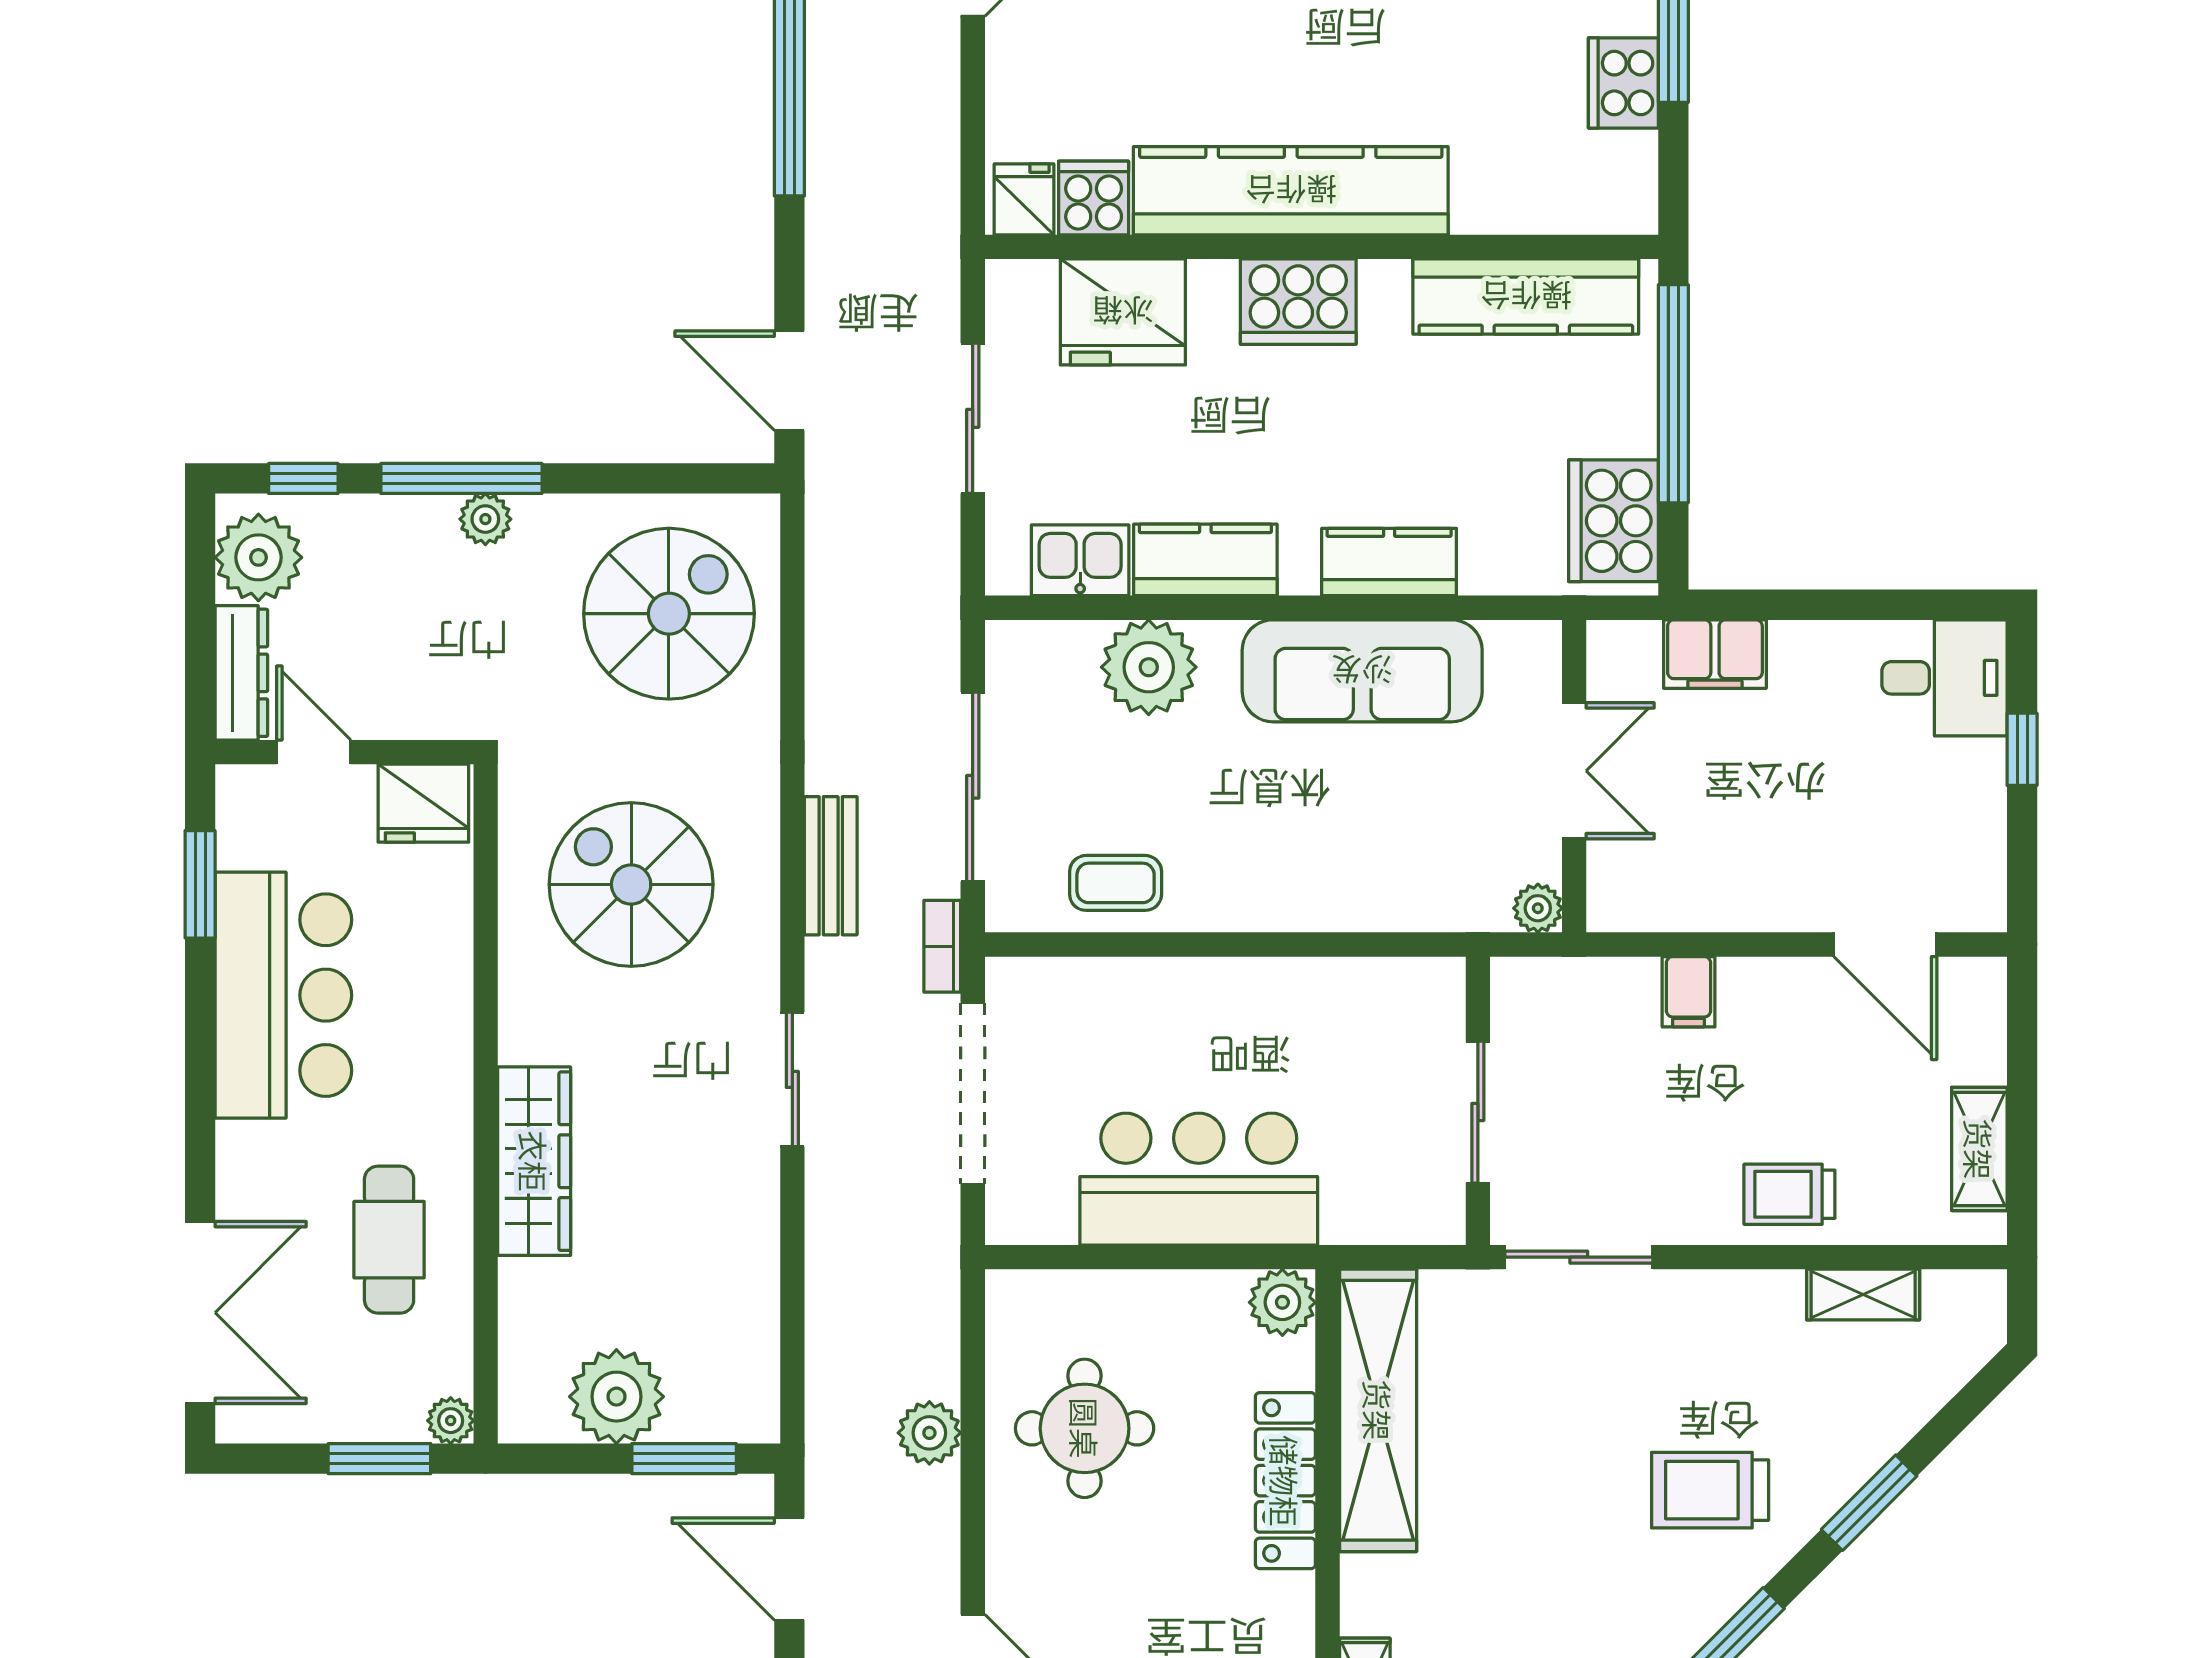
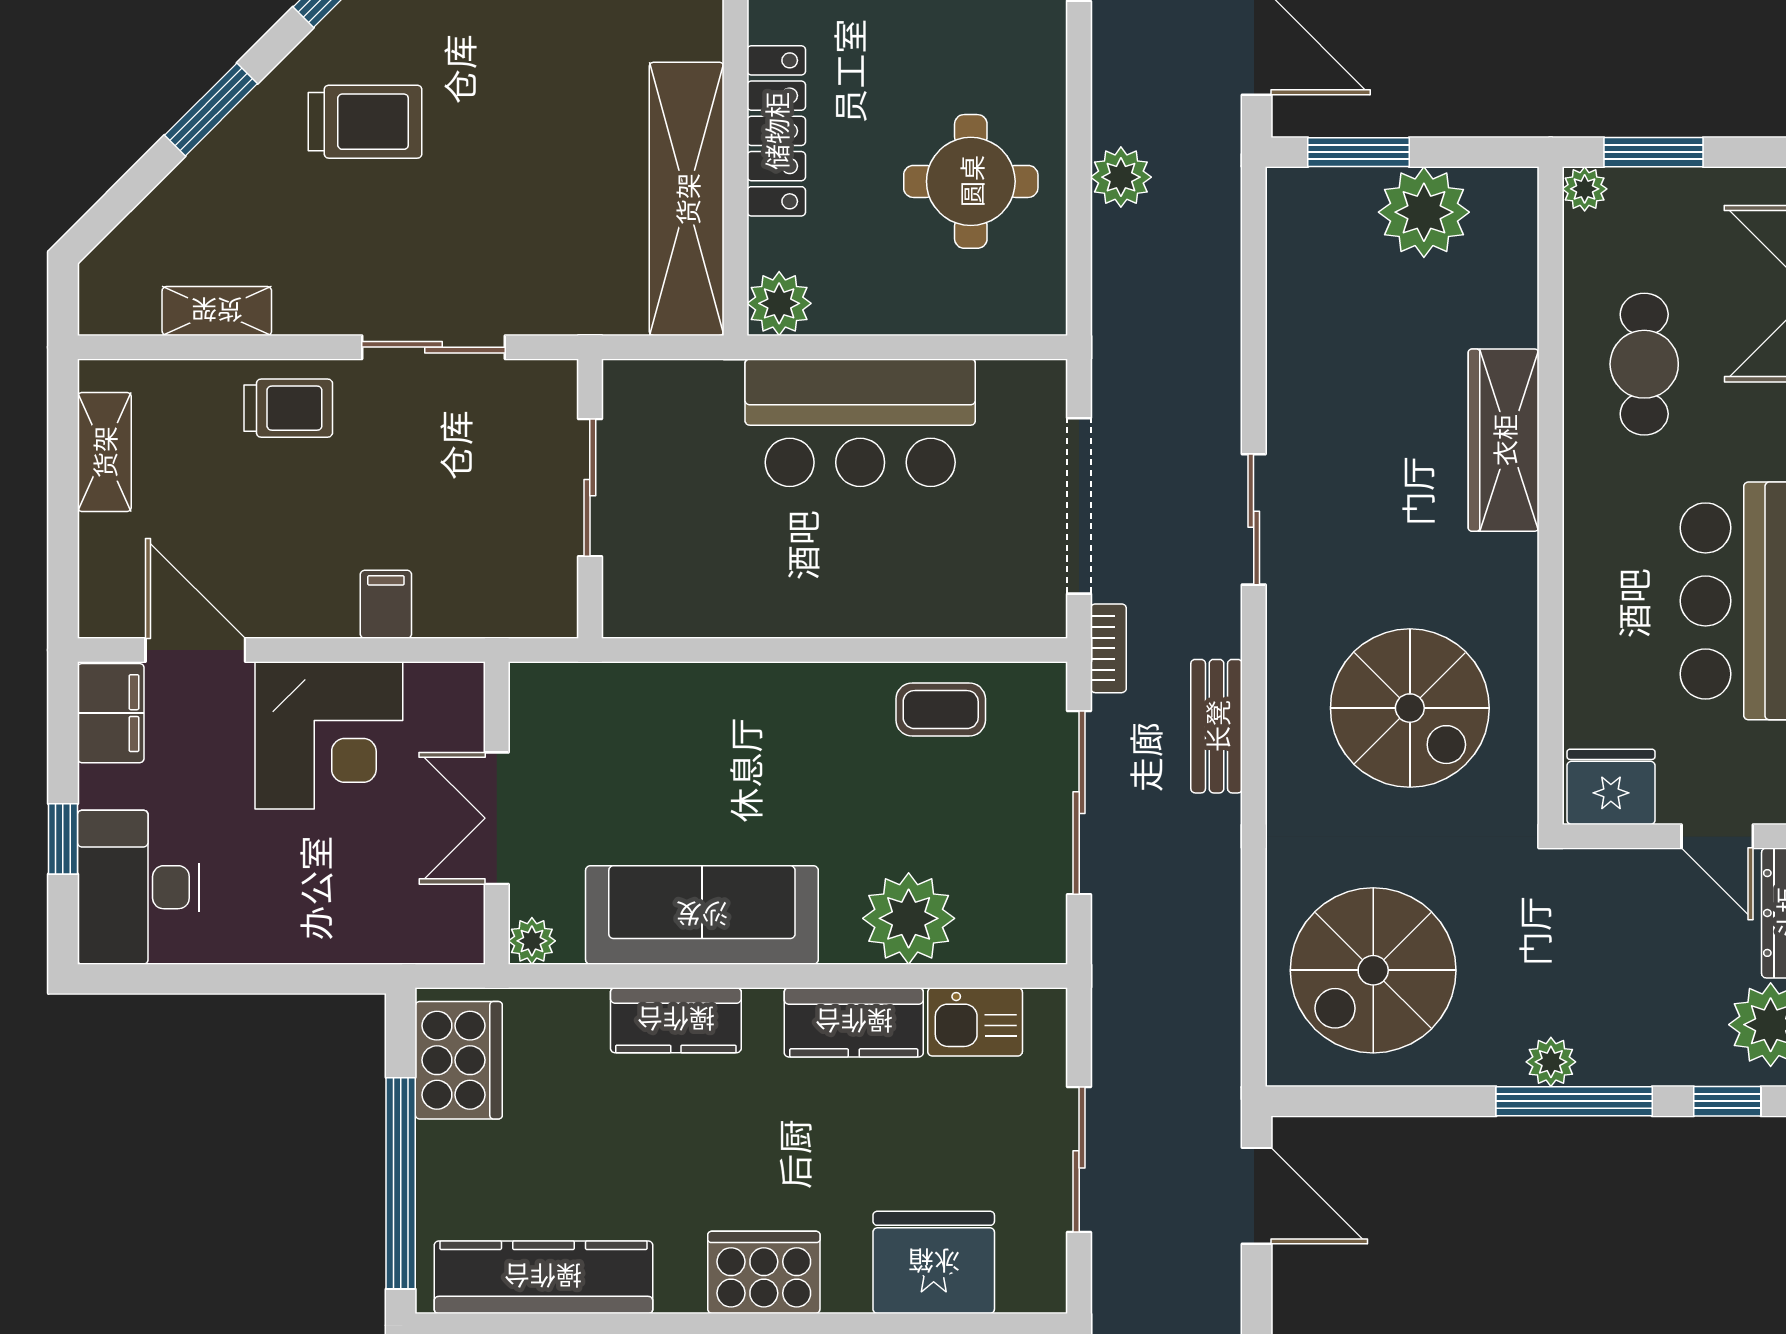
filing cabinet: (1715, 654) -> (111, 713), moved, turned 90
desk: (1944, 678) -> (138, 887), width x1.37
corner desk: (1747, 856) -> (329, 735), added
plant: (1538, 908) -> (532, 941), moved
sliding door: (1579, 1257) -> (434, 347), moved

